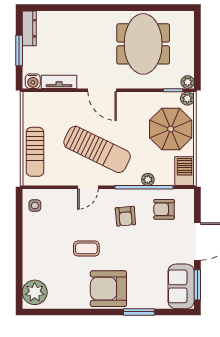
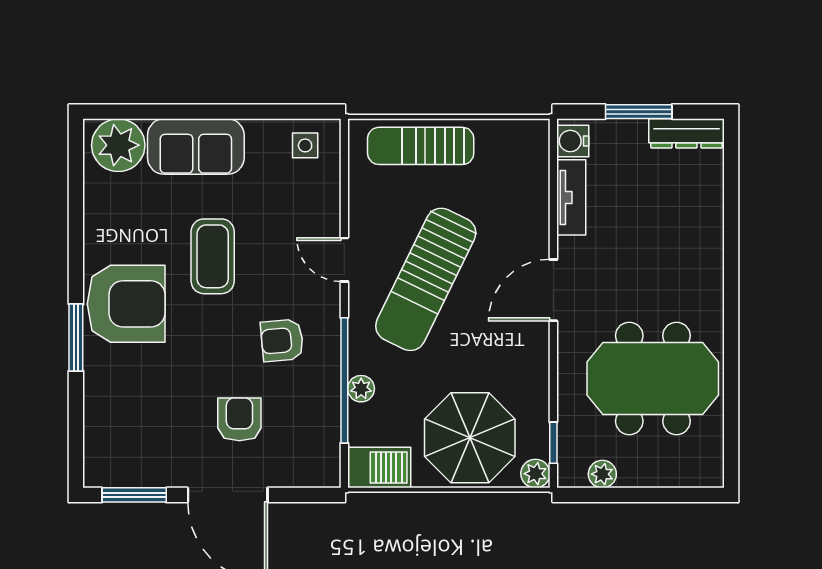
plant: (188, 82) -> (602, 474), moved
armchair: (164, 209) -> (239, 419), moved
coffee table: (86, 248) -> (213, 256), width x1.36, depth x1.30
sofa: (181, 286) -> (196, 146), moved, turned 180
armchair: (108, 289) -> (126, 304), turned 90
window: (139, 312) -> (76, 338), moved

